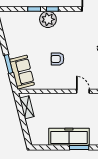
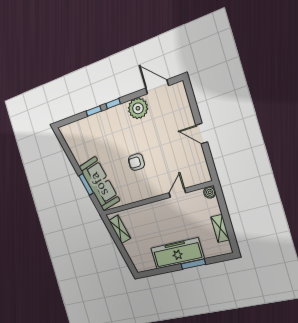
plant: (48, 19) -> (138, 108), moved
sofa: (22, 72) -> (99, 184), width x1.36
door: (83, 91) -> (177, 193), hinge flipped

